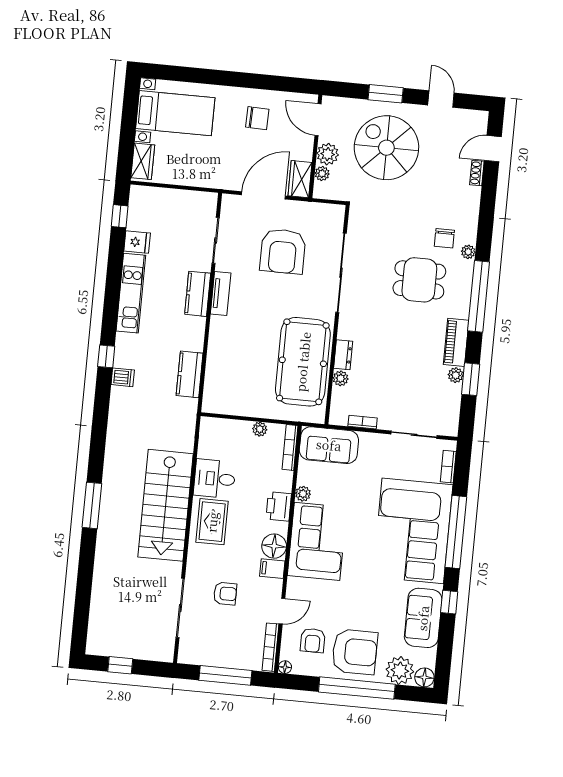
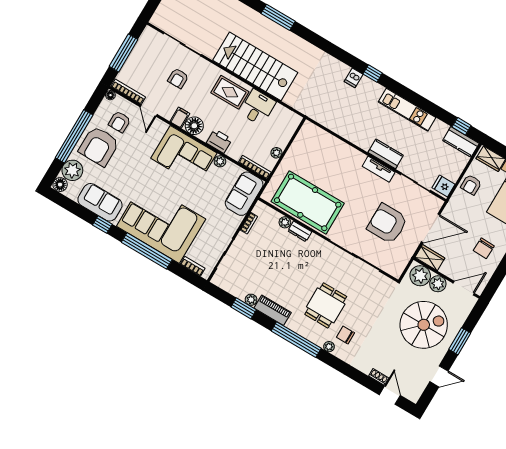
armchair: (186, 171) -> (471, 185), added
plant: (322, 174) -> (420, 276), width x1.87, depth x1.87
door: (263, 195) -> (431, 228), hinge flipped
fridge: (137, 242) -> (444, 186), moved, turned 90
kitchen counter: (190, 374) -> (461, 142), moved, turned 180
armchair: (313, 640) -> (120, 122), turned -90

